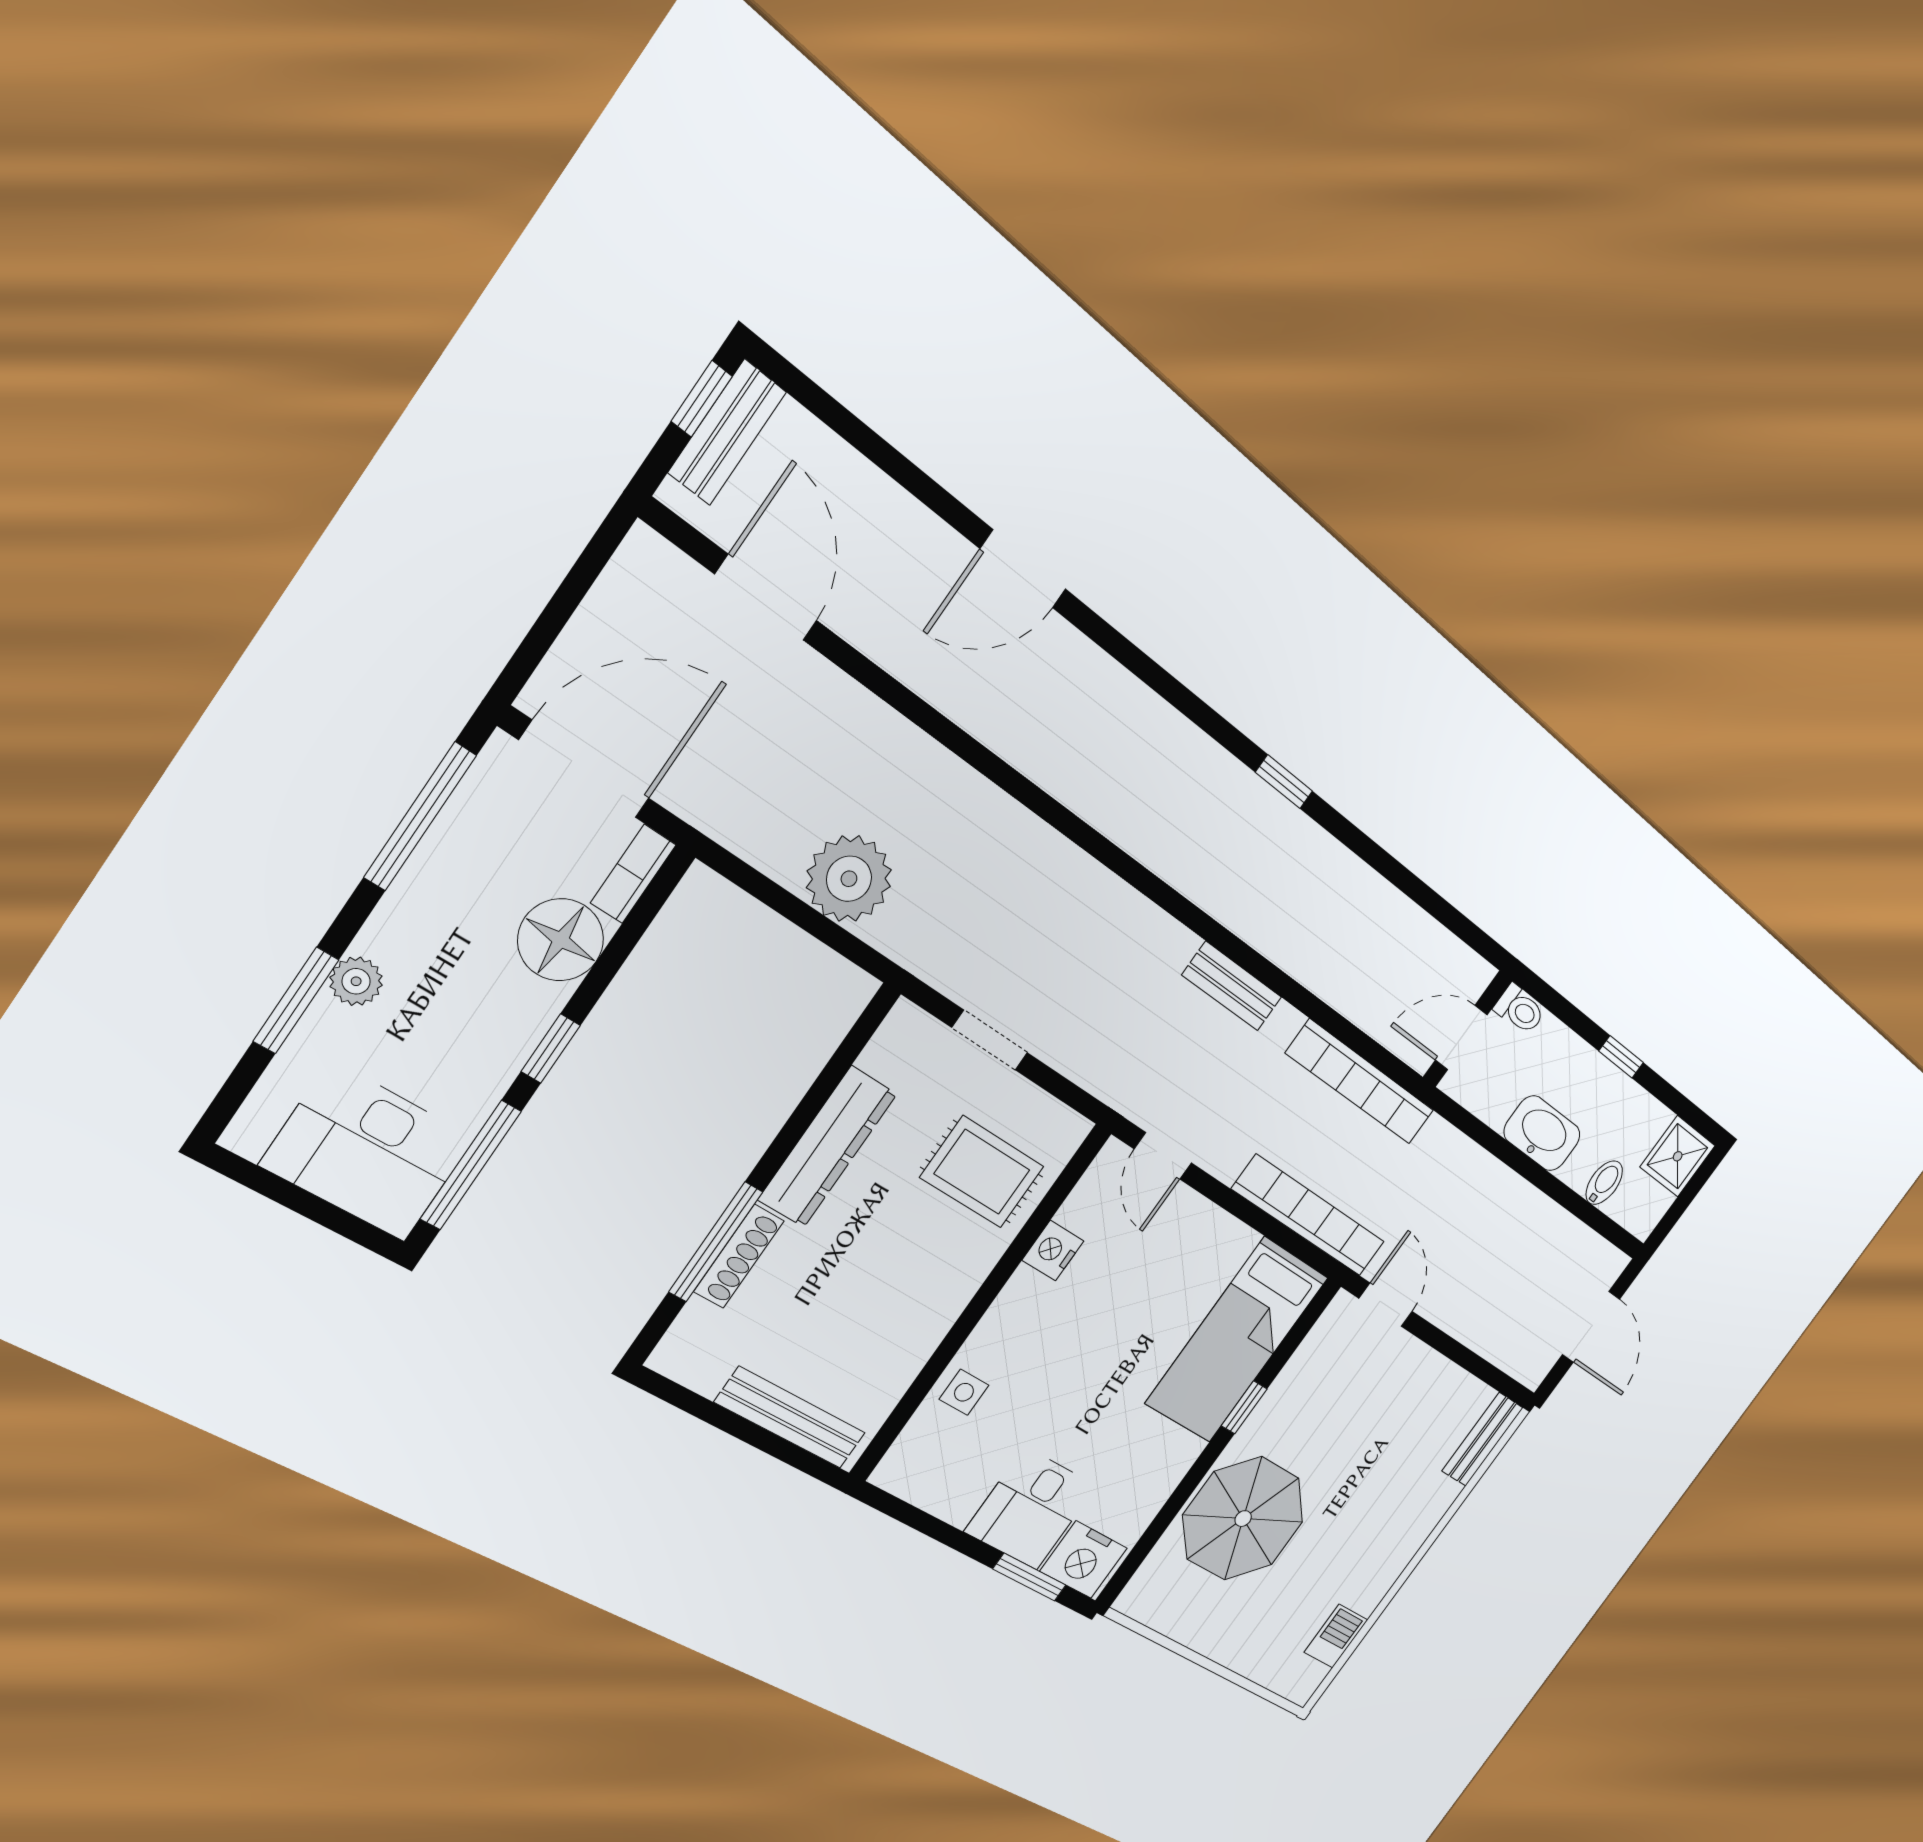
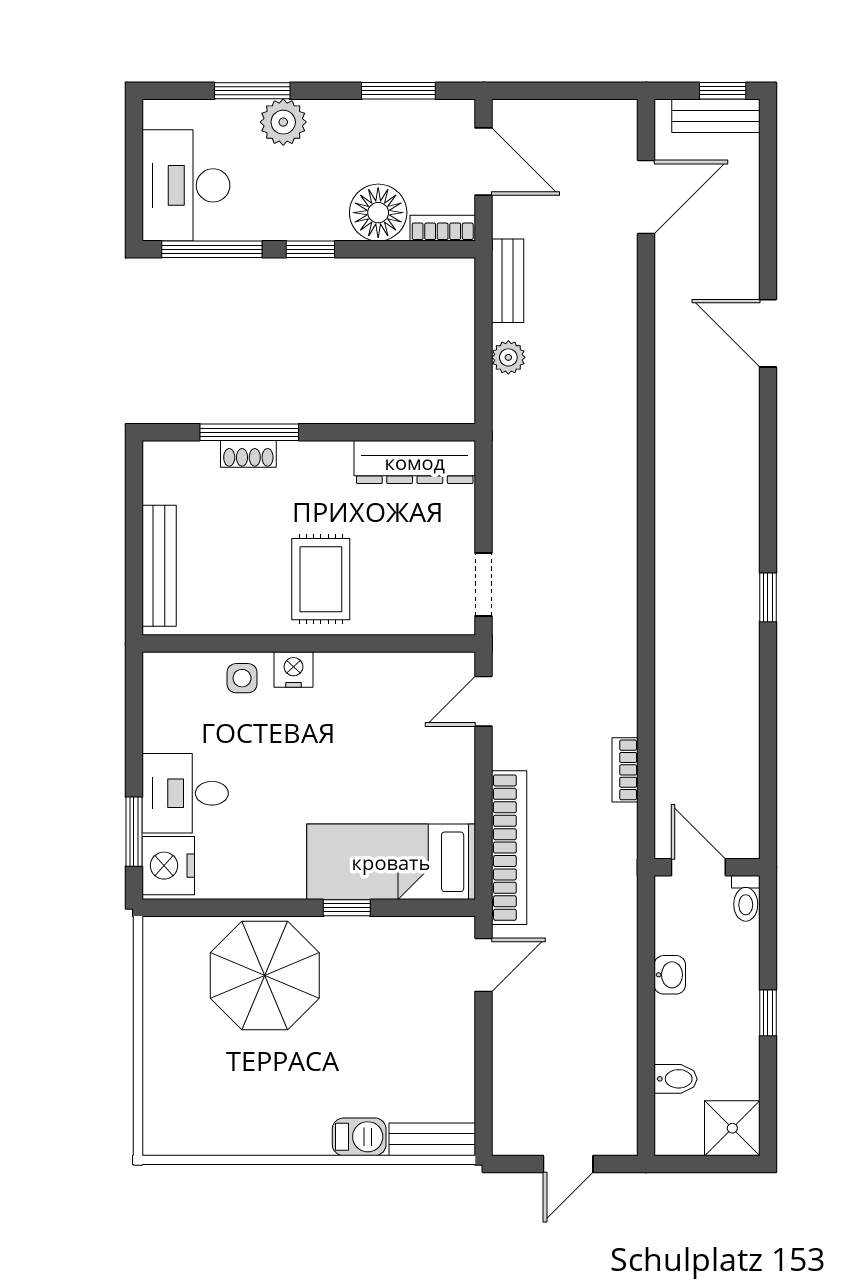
door: (585, 769) -> (483, 162), width x0.73
window: (420, 816) -> (398, 91), width x0.69
plant: (849, 879) -> (508, 357), width x0.53, depth x0.53
plant: (356, 981) -> (283, 122), width x1.38, depth x1.38
bench: (1232, 986) -> (508, 281), moved
doorway: (990, 1040) -> (483, 585), moved
bookcase: (1360, 1082) -> (625, 770), width x0.43, depth x0.76
washbasin: (1542, 1133) -> (670, 975), width x0.52, depth x0.69
dresser: (827, 1147) -> (415, 462), moved
rug: (982, 1172) -> (321, 579), moved
nightstand: (1053, 1251) -> (293, 670), moved
shoe rack: (739, 1256) -> (248, 454), width x0.70
door: (1591, 1327) -> (568, 1164), width x0.73
barbecue: (1336, 1636) -> (359, 1137), moved

